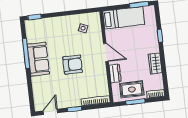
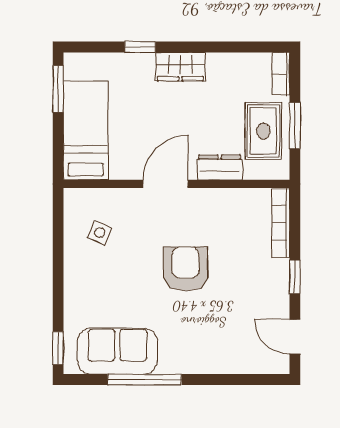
sofa: (38, 59) -> (117, 351), moved
wardrobe: (155, 64) -> (180, 67), moved

